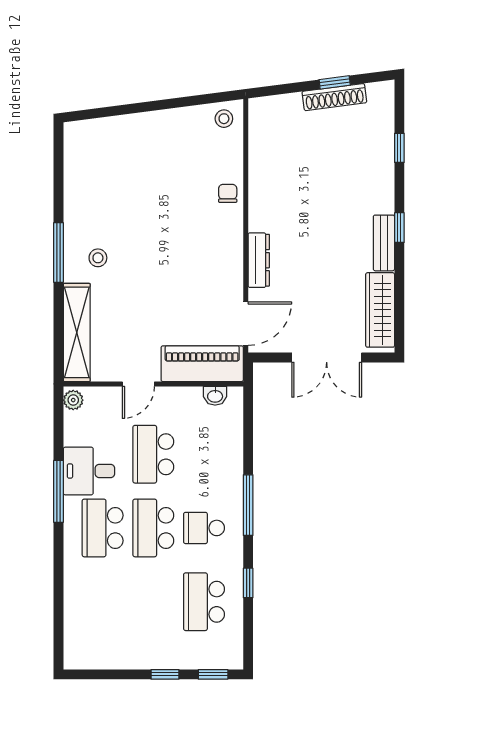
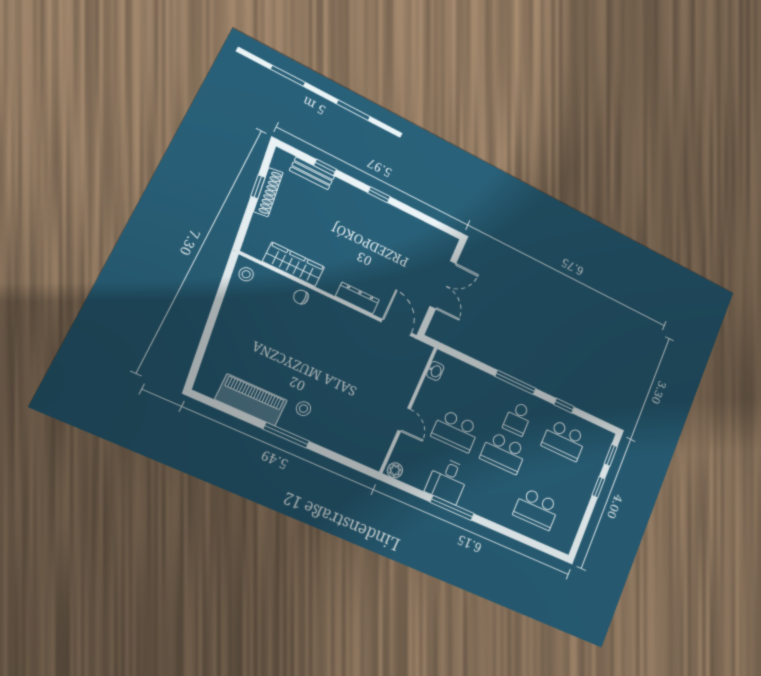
bench: (384, 243) -> (312, 173), moved
wardrobe: (380, 310) -> (294, 264), moved, turned 180
shelving: (77, 332) -> (349, 447), removed
piano: (202, 364) -> (251, 400), moved, turned 90
school desk: (103, 528) -> (536, 509), moved

